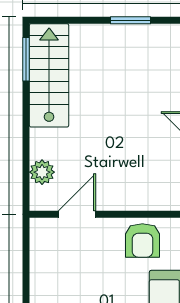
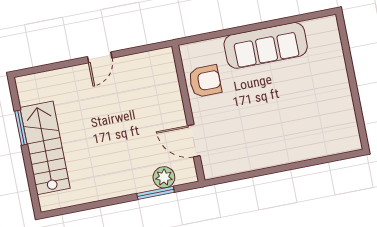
window: (26, 59) -> (156, 193), moved
stairs: (49, 75) -> (45, 148), moved, turned 90

